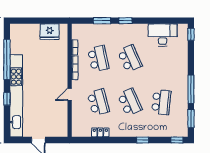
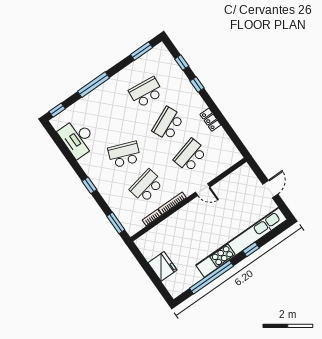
window: (102, 21) -> (116, 223), moved
fridge: (50, 32) -> (163, 266), moved
school desk: (130, 59) -> (124, 154), turned 45
window: (191, 89) -> (93, 85), moved
locker: (100, 132) -> (210, 120), moved
window: (177, 140) -> (182, 63), moved

